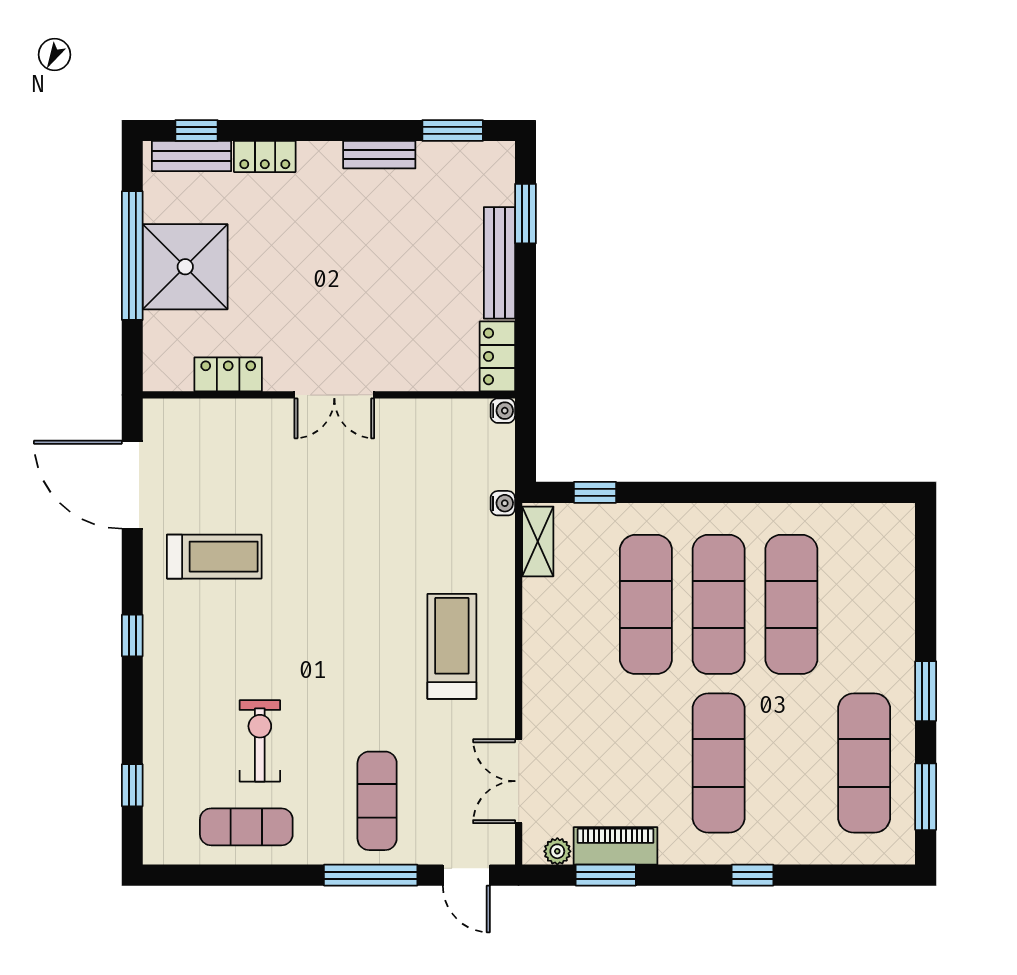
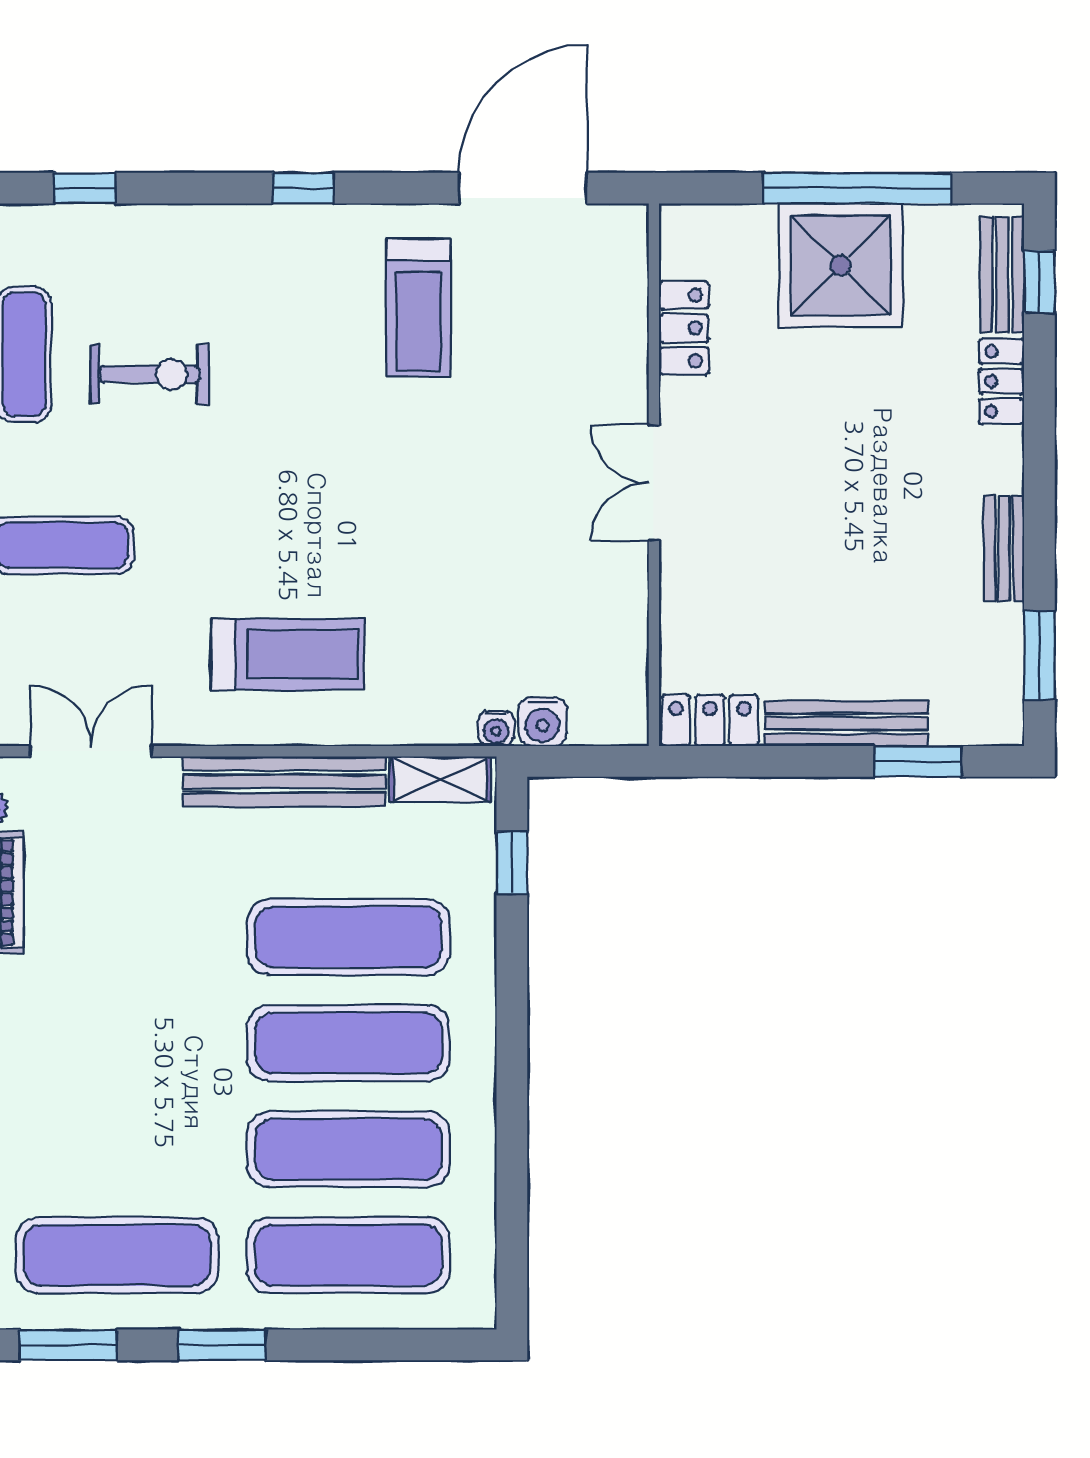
water cooler: (503, 411) -> (543, 722), moved, width x1.38, depth x1.38
bench: (539, 649) -> (284, 782), added
exercise mat: (719, 763) -> (348, 1255), moved

